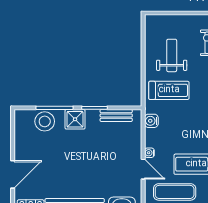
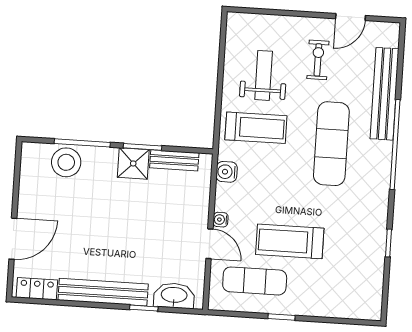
shower: (75, 119) -> (133, 163), moved

